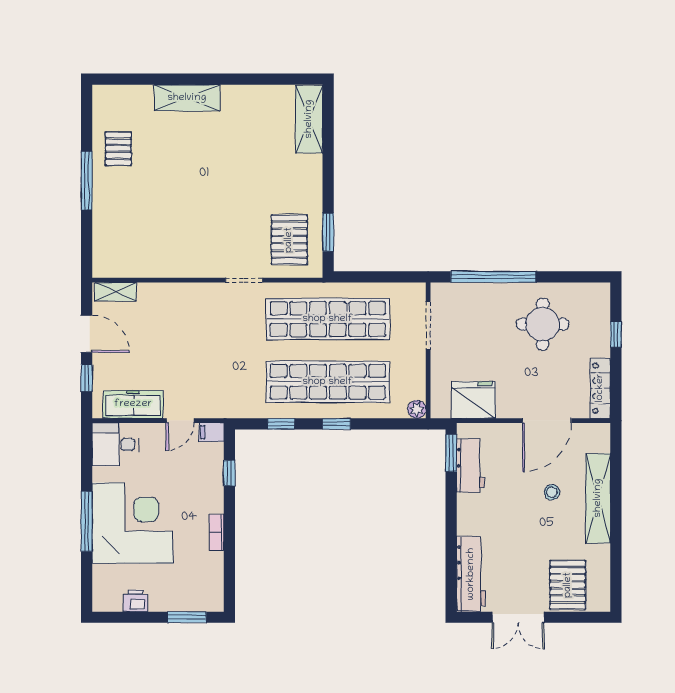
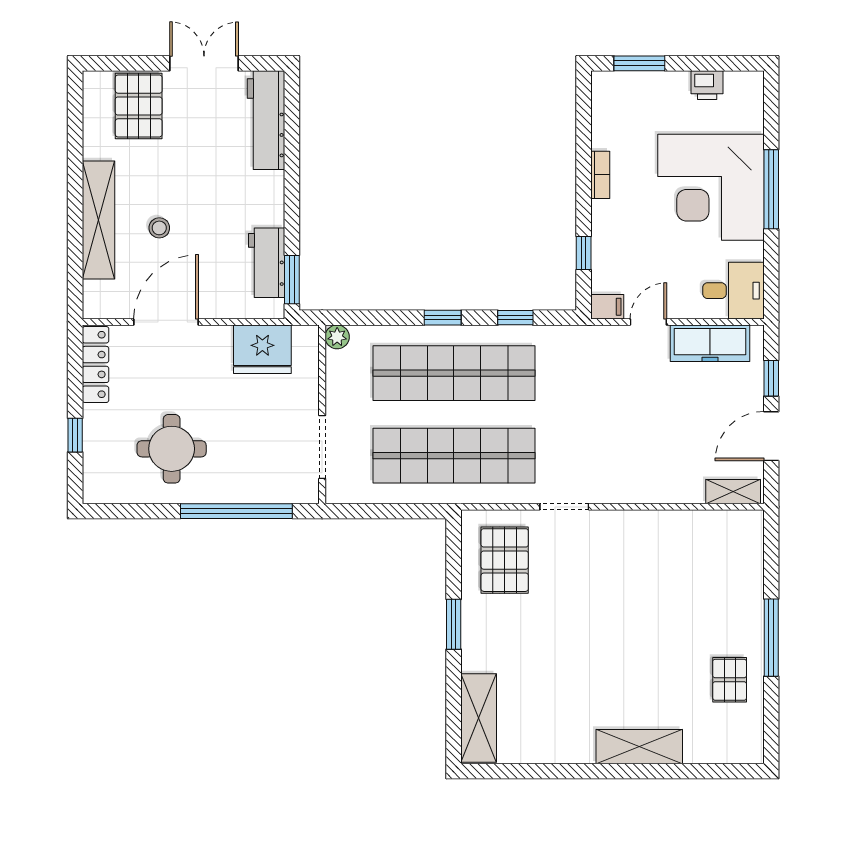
window: (328, 232) -> (454, 624), moved
door: (87, 334) -> (771, 436), hinge flipped

